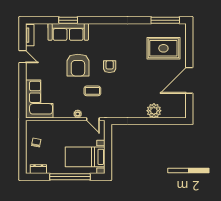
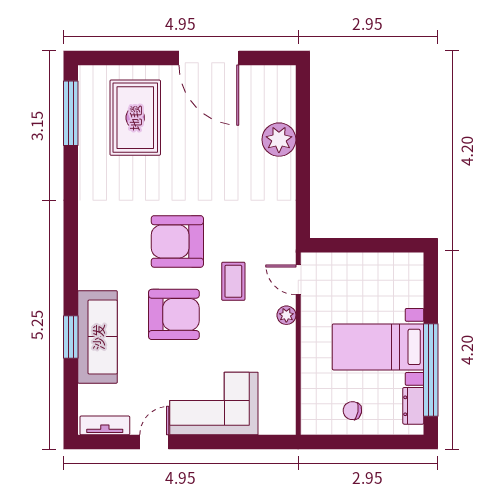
armchair: (110, 67) -> (177, 241), width x1.88, depth x1.88
corner sofa: (39, 99) -> (214, 403), moved
door: (93, 119) -> (298, 280), swing flipped
bed with nightstands: (85, 157) -> (378, 347), moved, turned 90
window: (70, 177) -> (431, 370), moved

